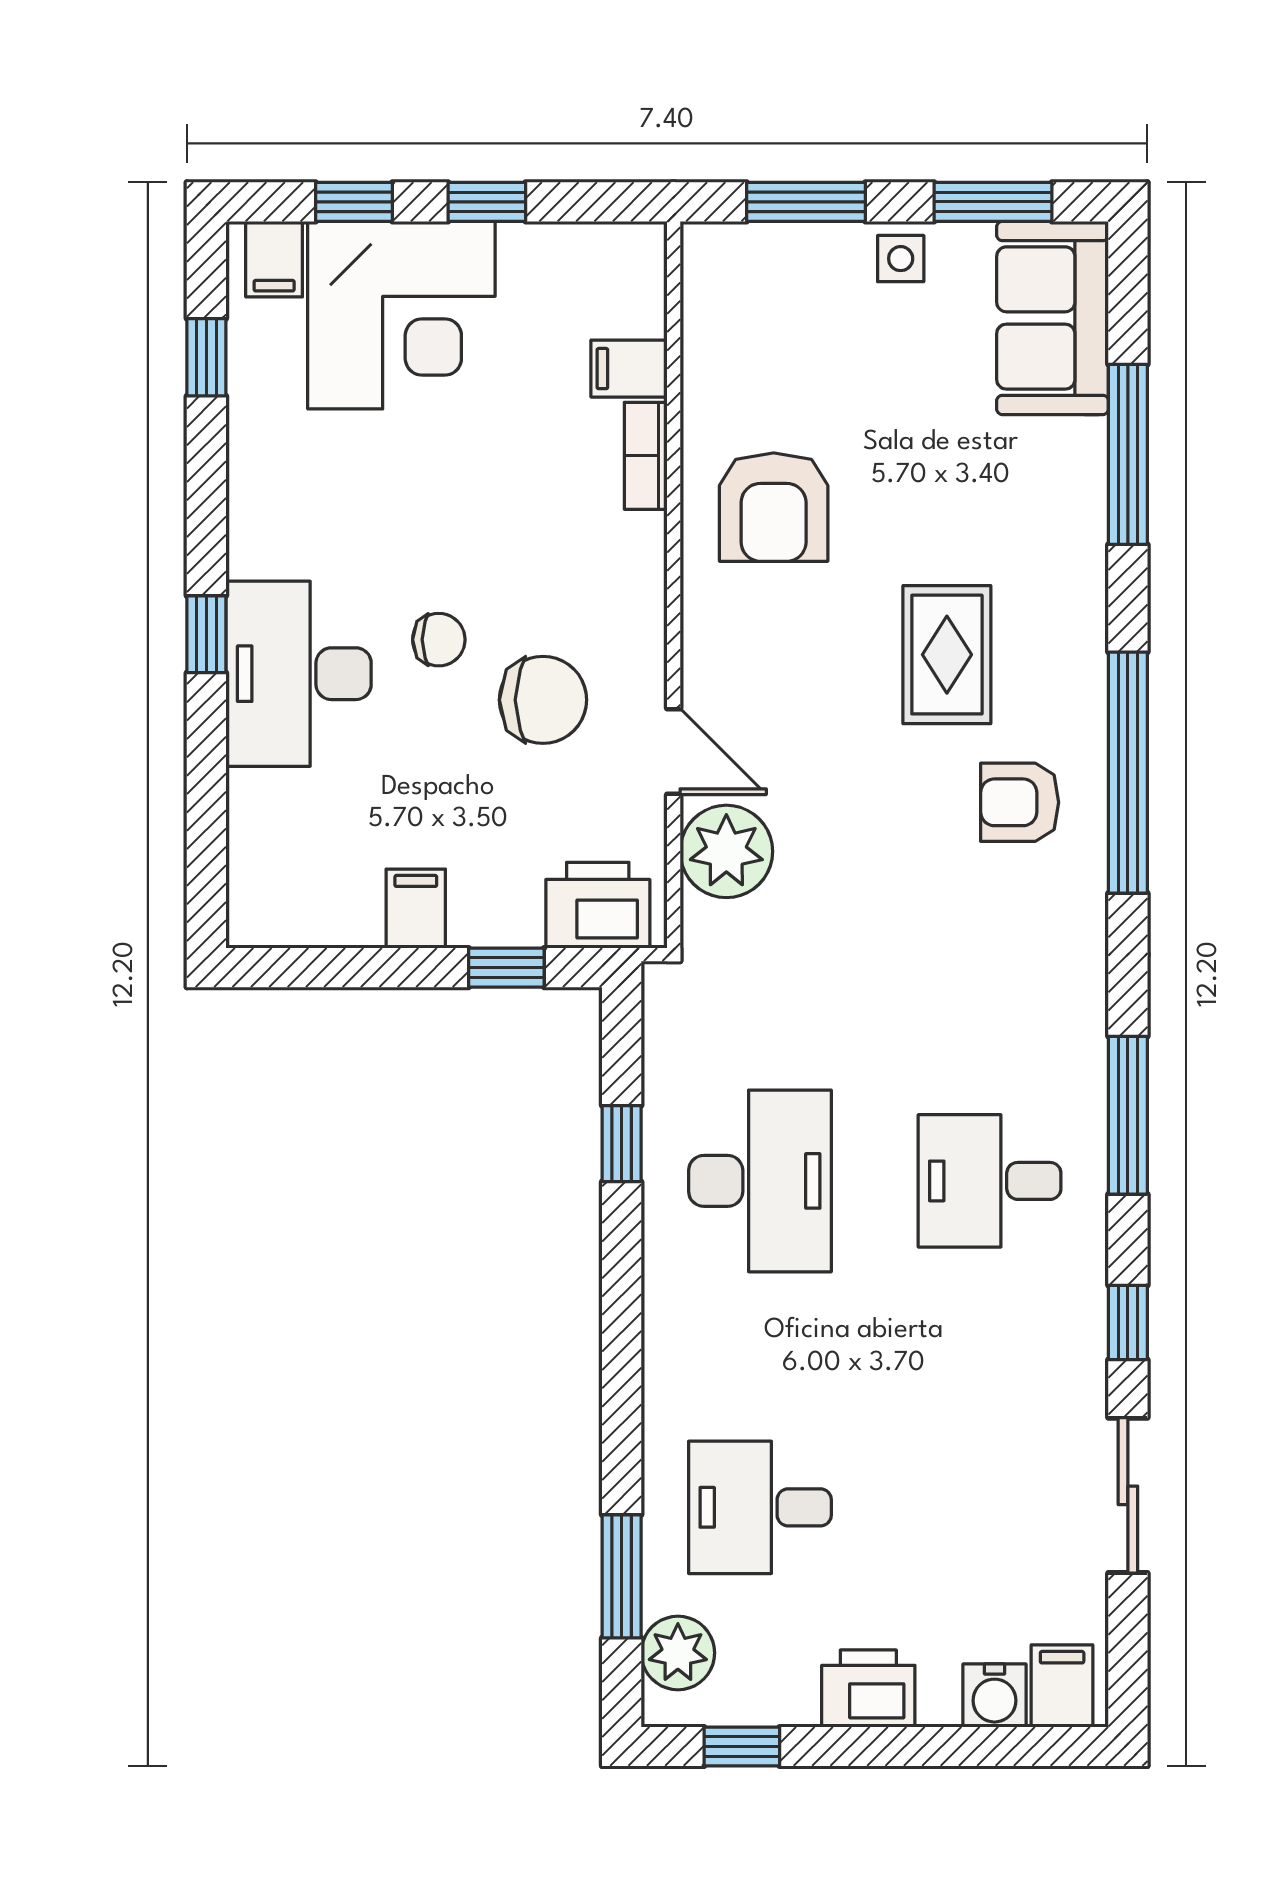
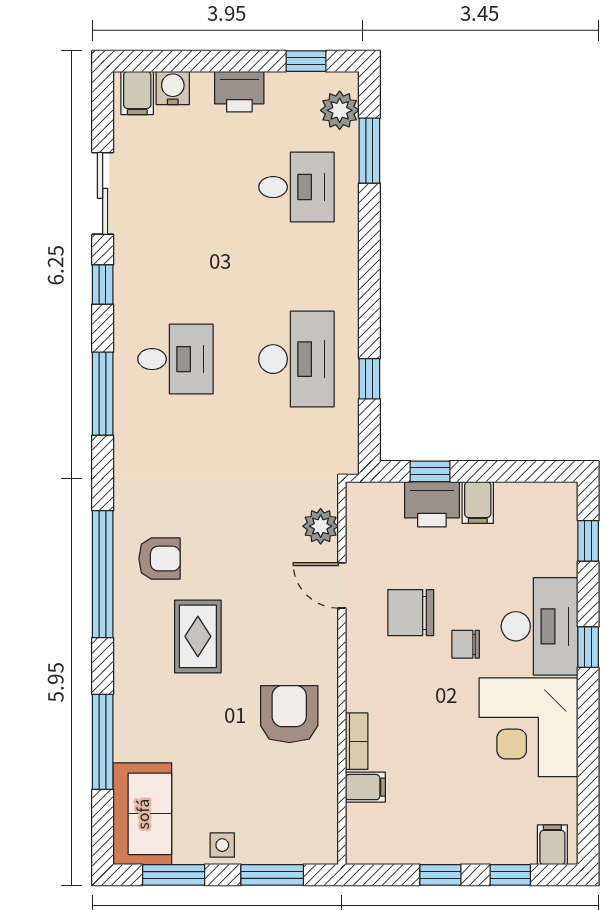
corner desk: (401, 315) -> (528, 727), moved, turned -90
window: (206, 357) -> (588, 541), moved
plant: (726, 851) -> (321, 526), width x0.73, depth x0.73
printer: (598, 905) -> (432, 504), moved
desk: (760, 1181) -> (296, 359), turned 180

